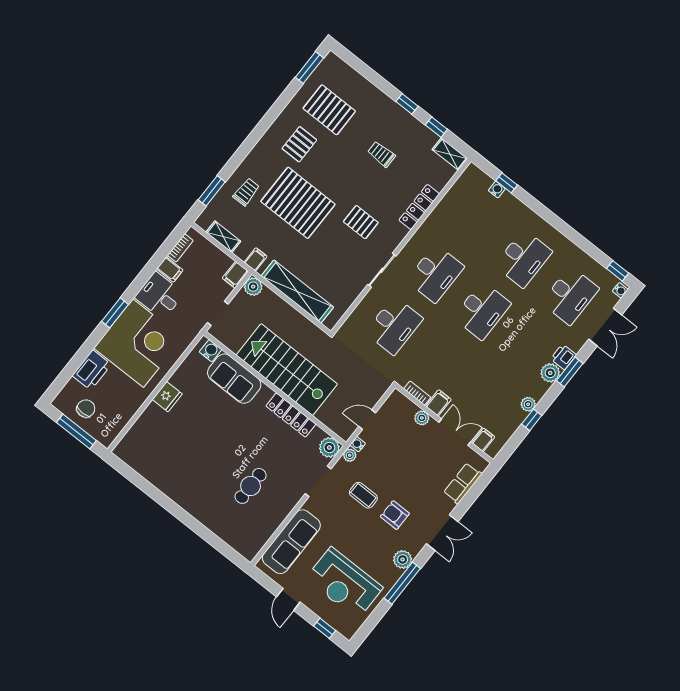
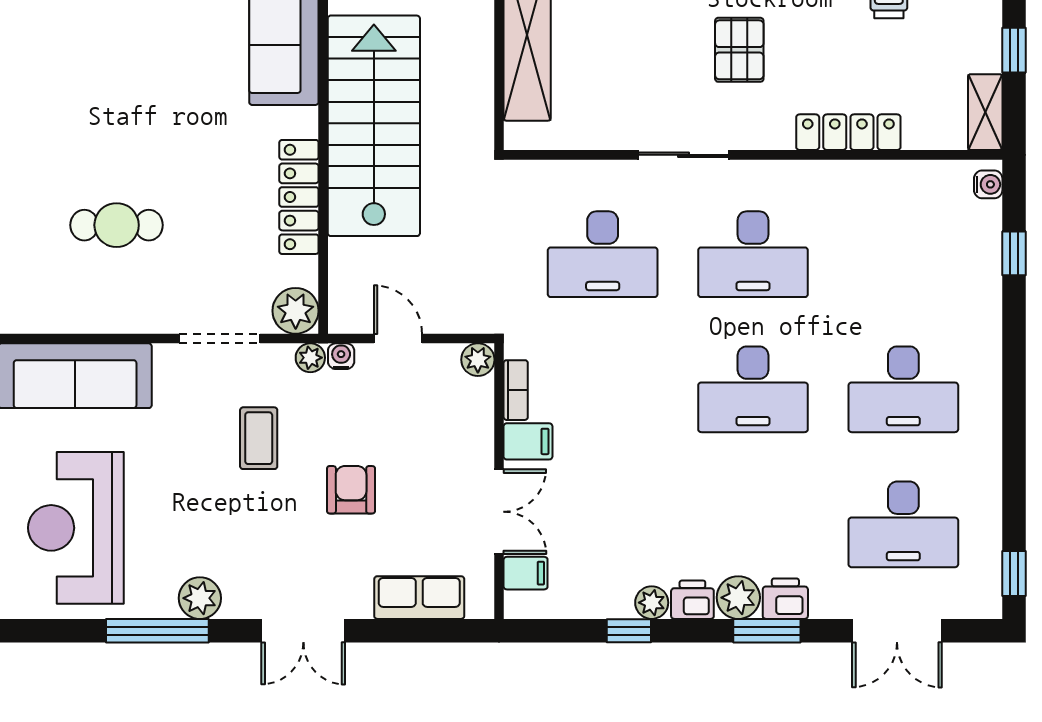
water cooler: (497, 190) -> (988, 184), moved
water cooler: (620, 290) -> (983, 606), removed
printer: (538, 389) -> (692, 600), added
plant: (422, 418) -> (478, 360), moved
armchair: (395, 515) -> (351, 490), moved

